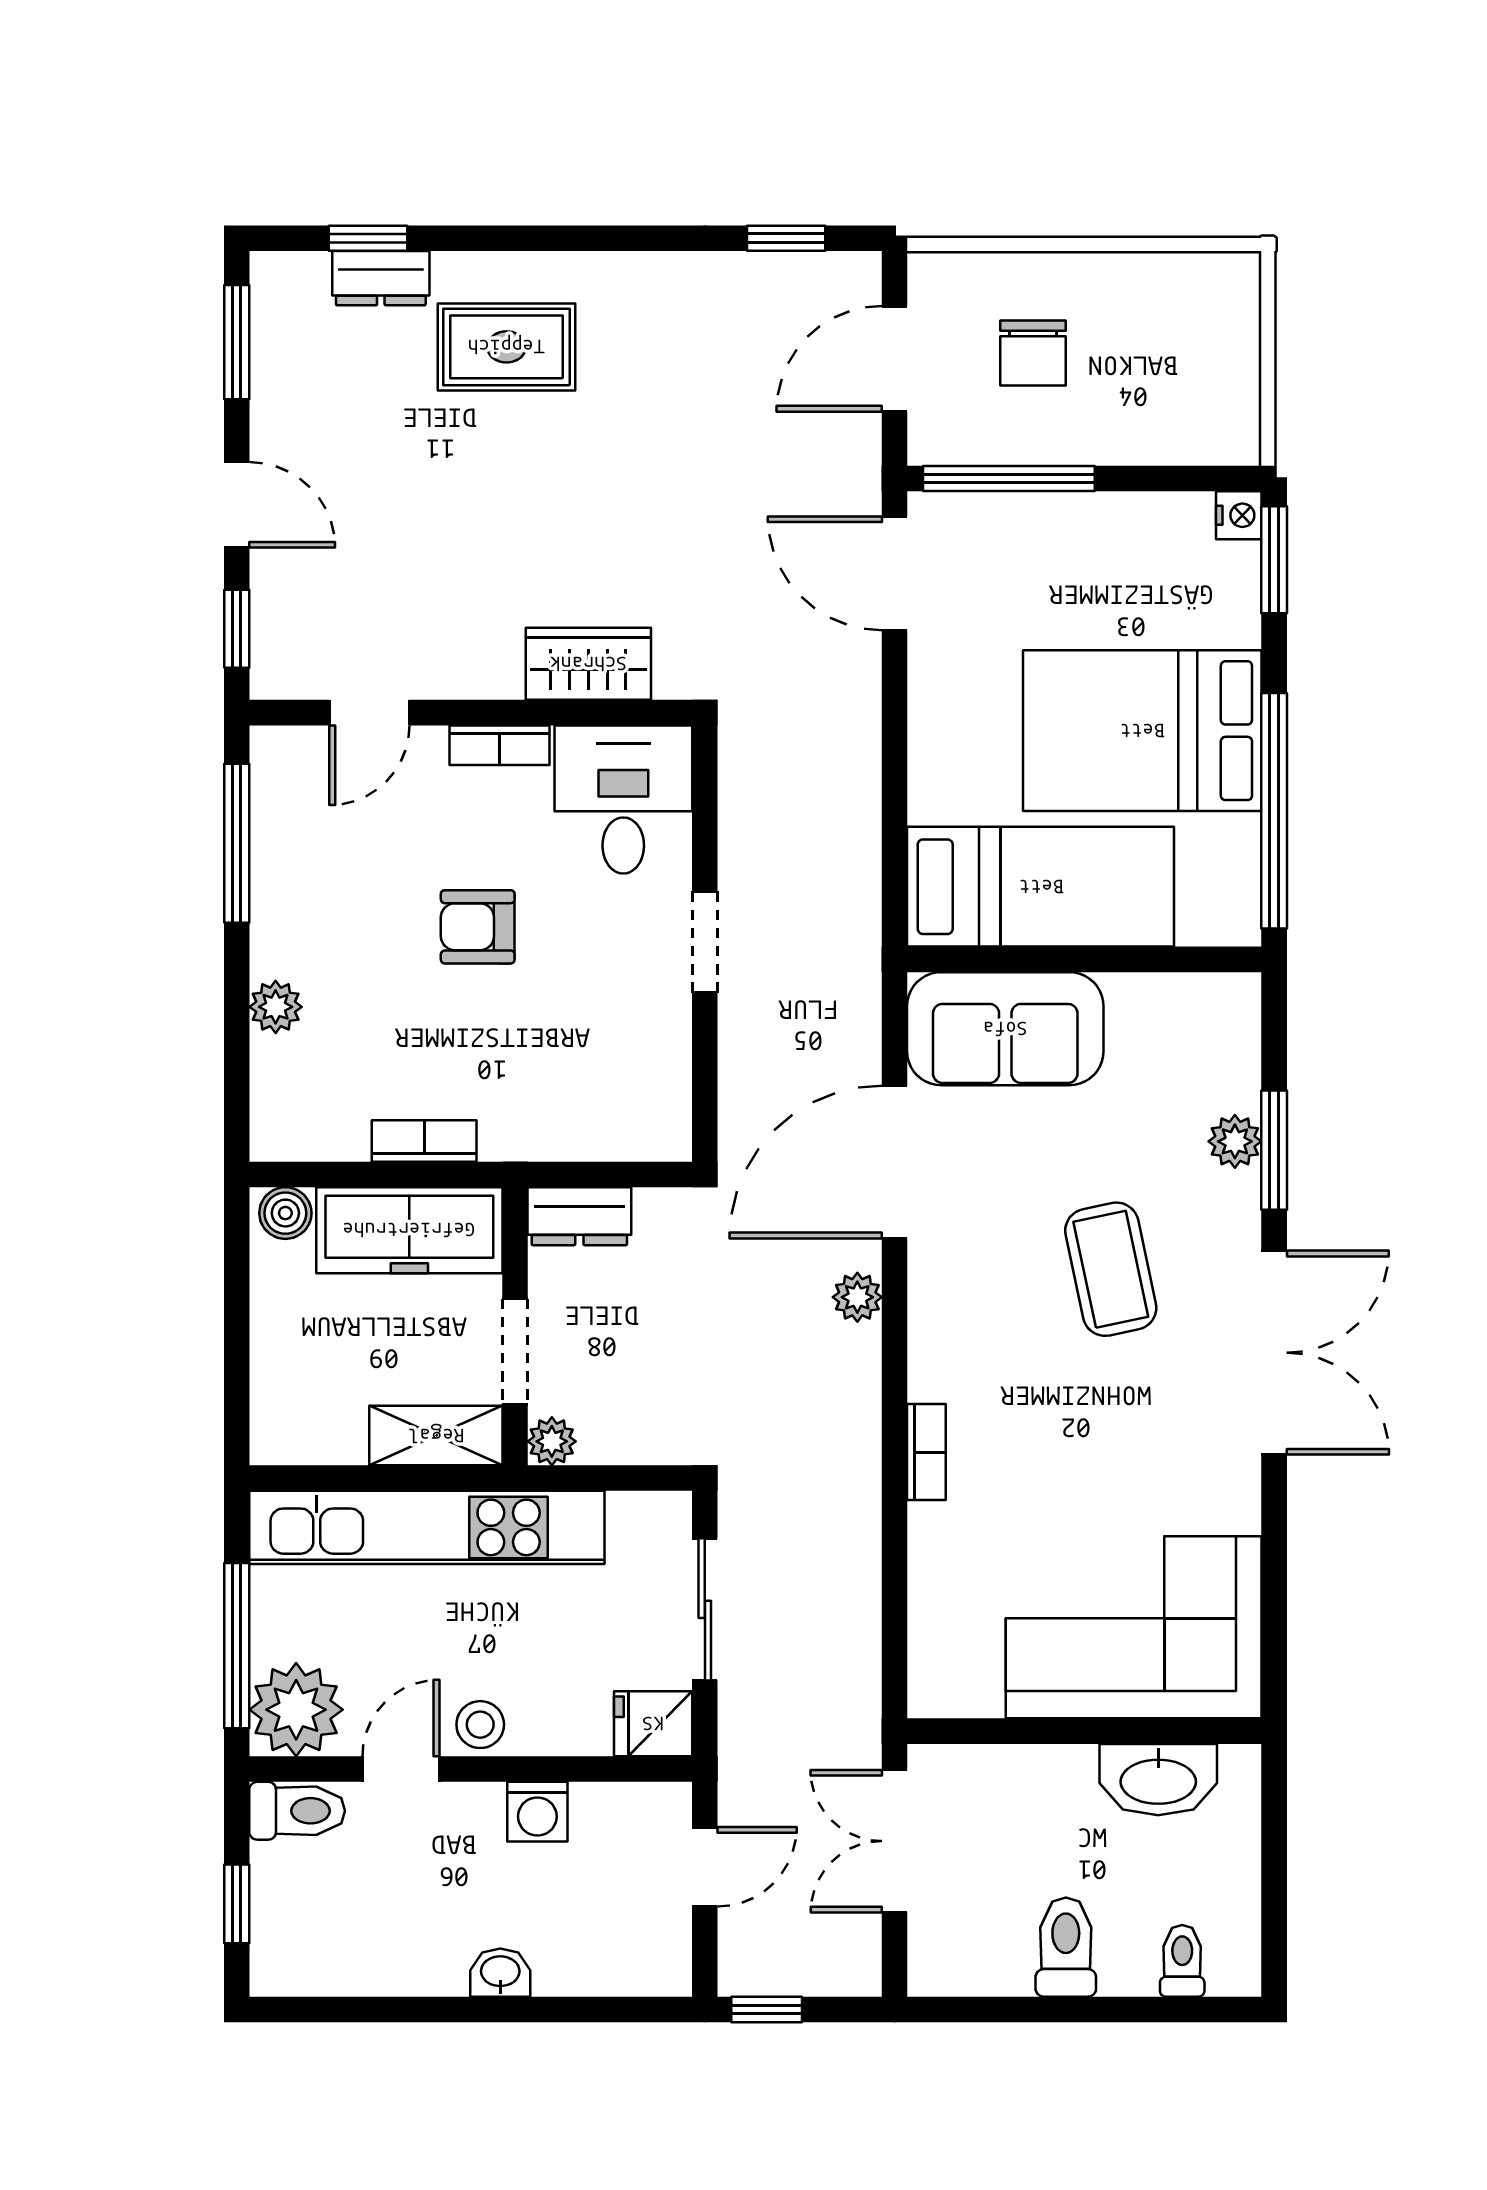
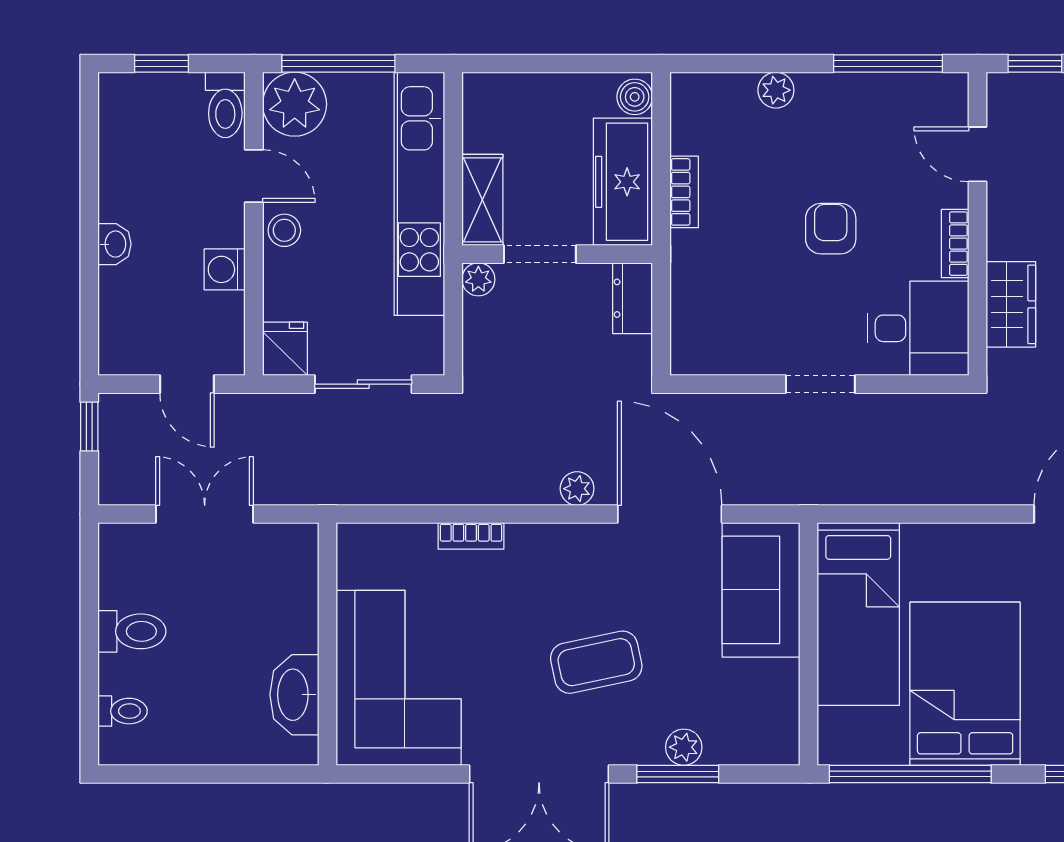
corner sofa: (1134, 1627) -> (399, 678), moved
wall: (1084, 1731) -> (328, 644), moved
washbasin: (1158, 1780) -> (294, 695), moved

